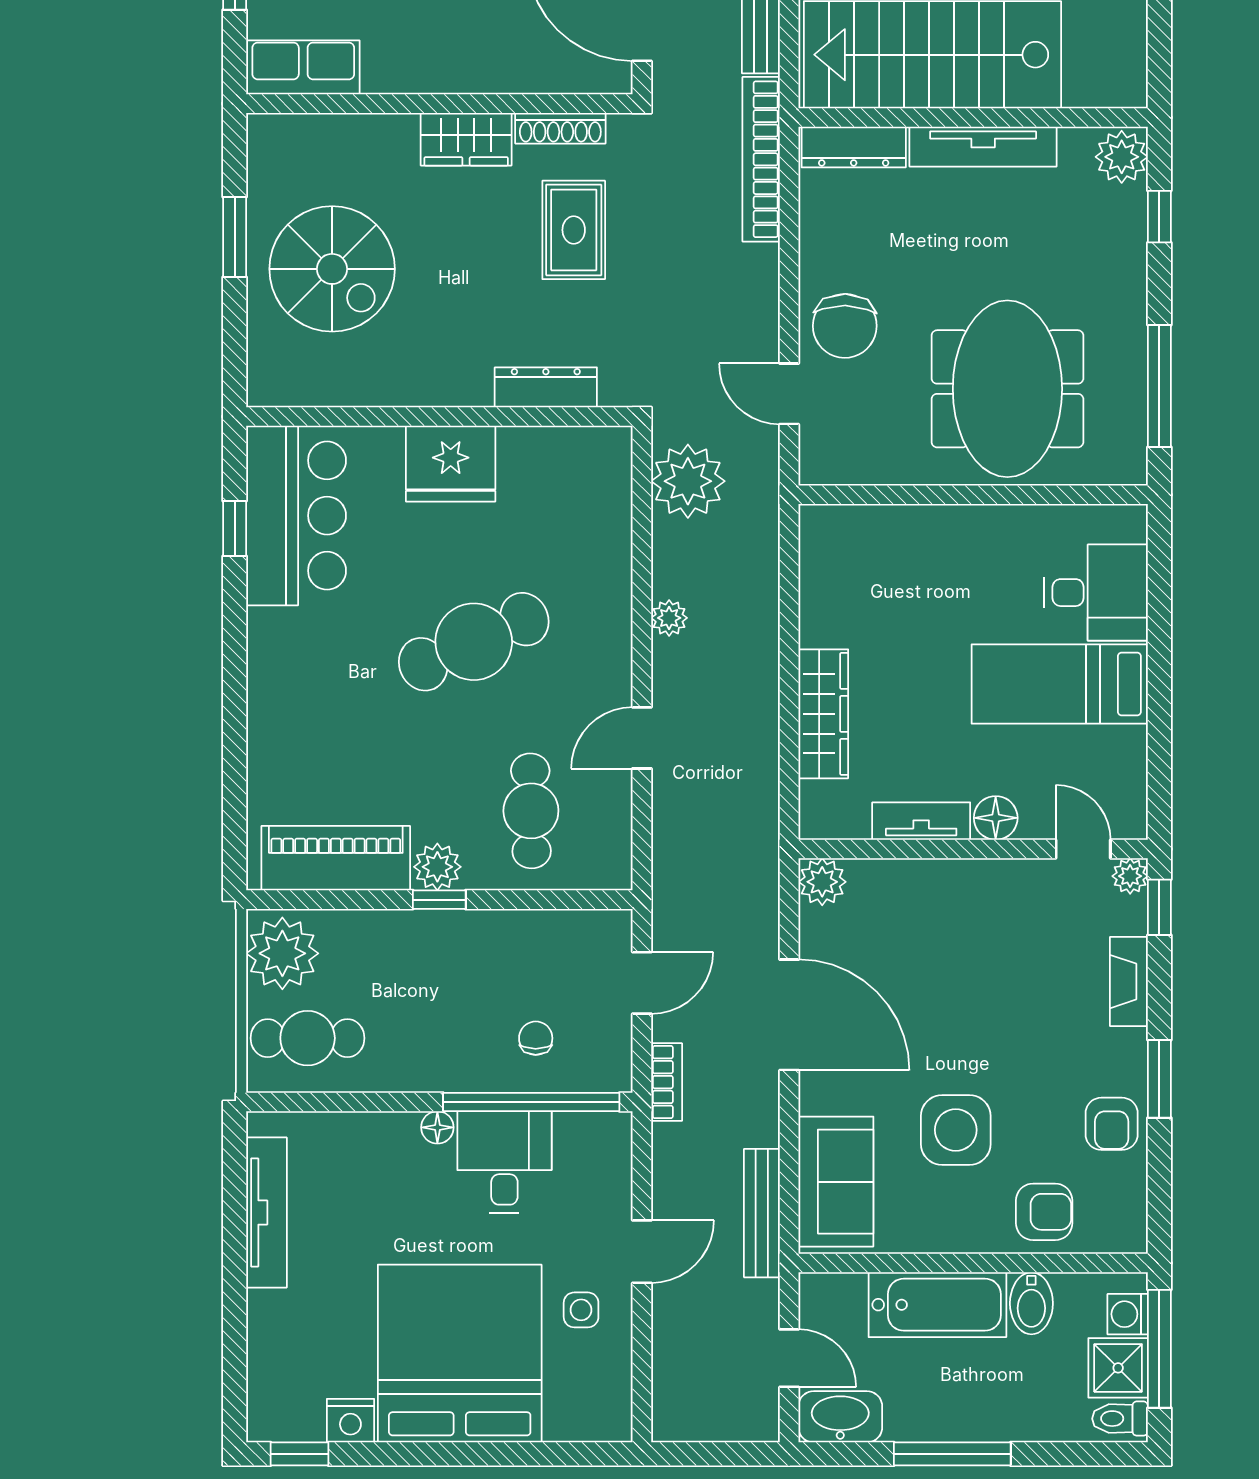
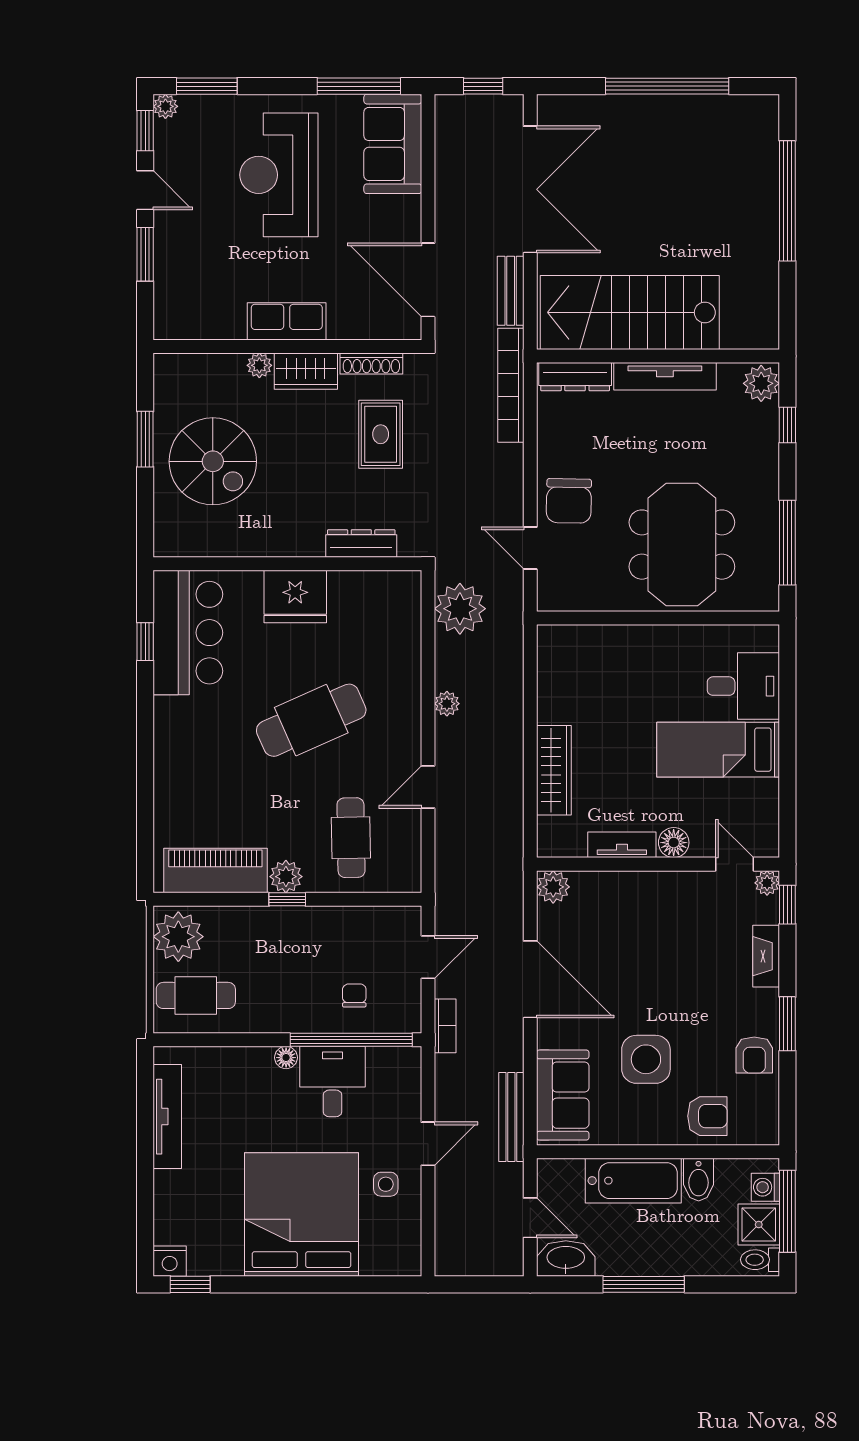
row of seats: (303, 67) -> (287, 321), moved
plant: (399, 131) -> (259, 365), added
nightstand: (350, 1421) -> (170, 1261), moved

